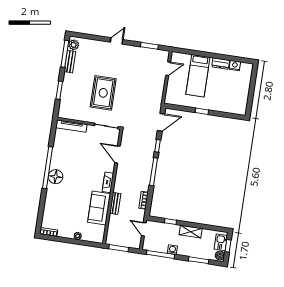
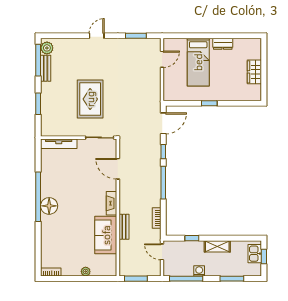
nightstand: (235, 66) -> (240, 44), removed
wardrobe: (243, 91) -> (254, 72), added
boiler: (220, 255) -> (256, 269), removed

